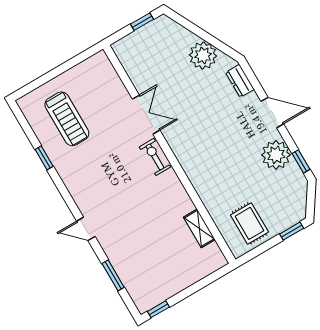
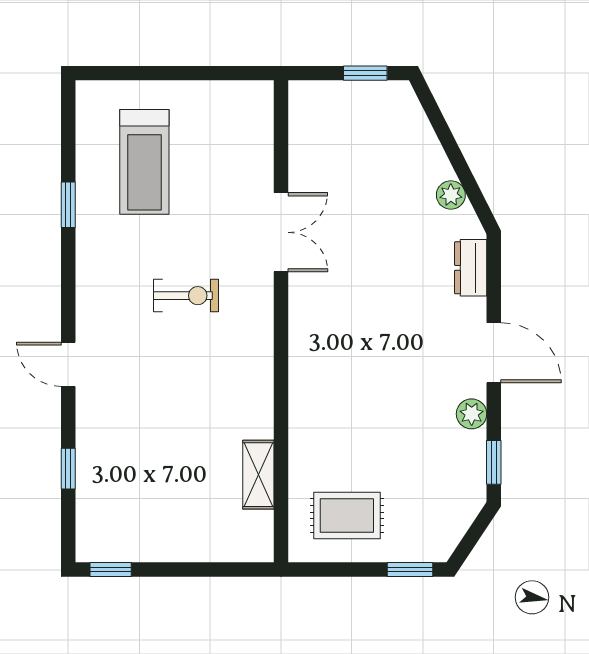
plant: (203, 55) -> (451, 195), width x0.53, depth x0.53
plant: (276, 155) -> (472, 414), width x0.53, depth x0.53
exercise bike: (155, 157) -> (186, 296), moved, turned 90
rug: (249, 223) -> (347, 516), turned 90
window: (113, 275) -> (68, 469), width x0.67

